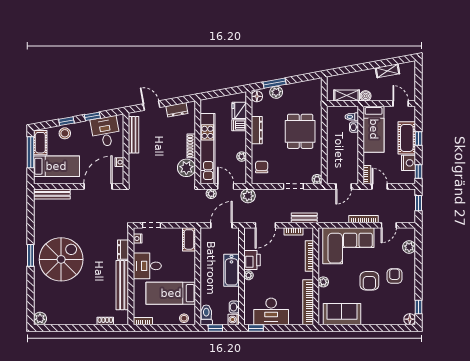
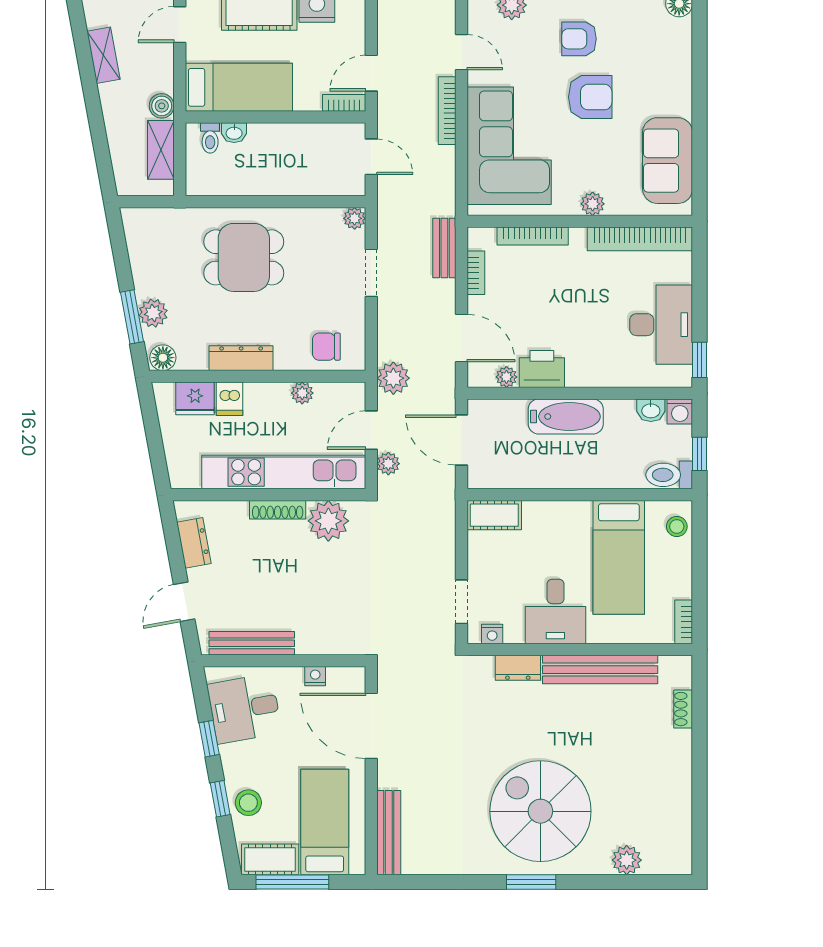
plant: (249, 275) -> (506, 377), moved
plant: (40, 319) -> (627, 860), moved

